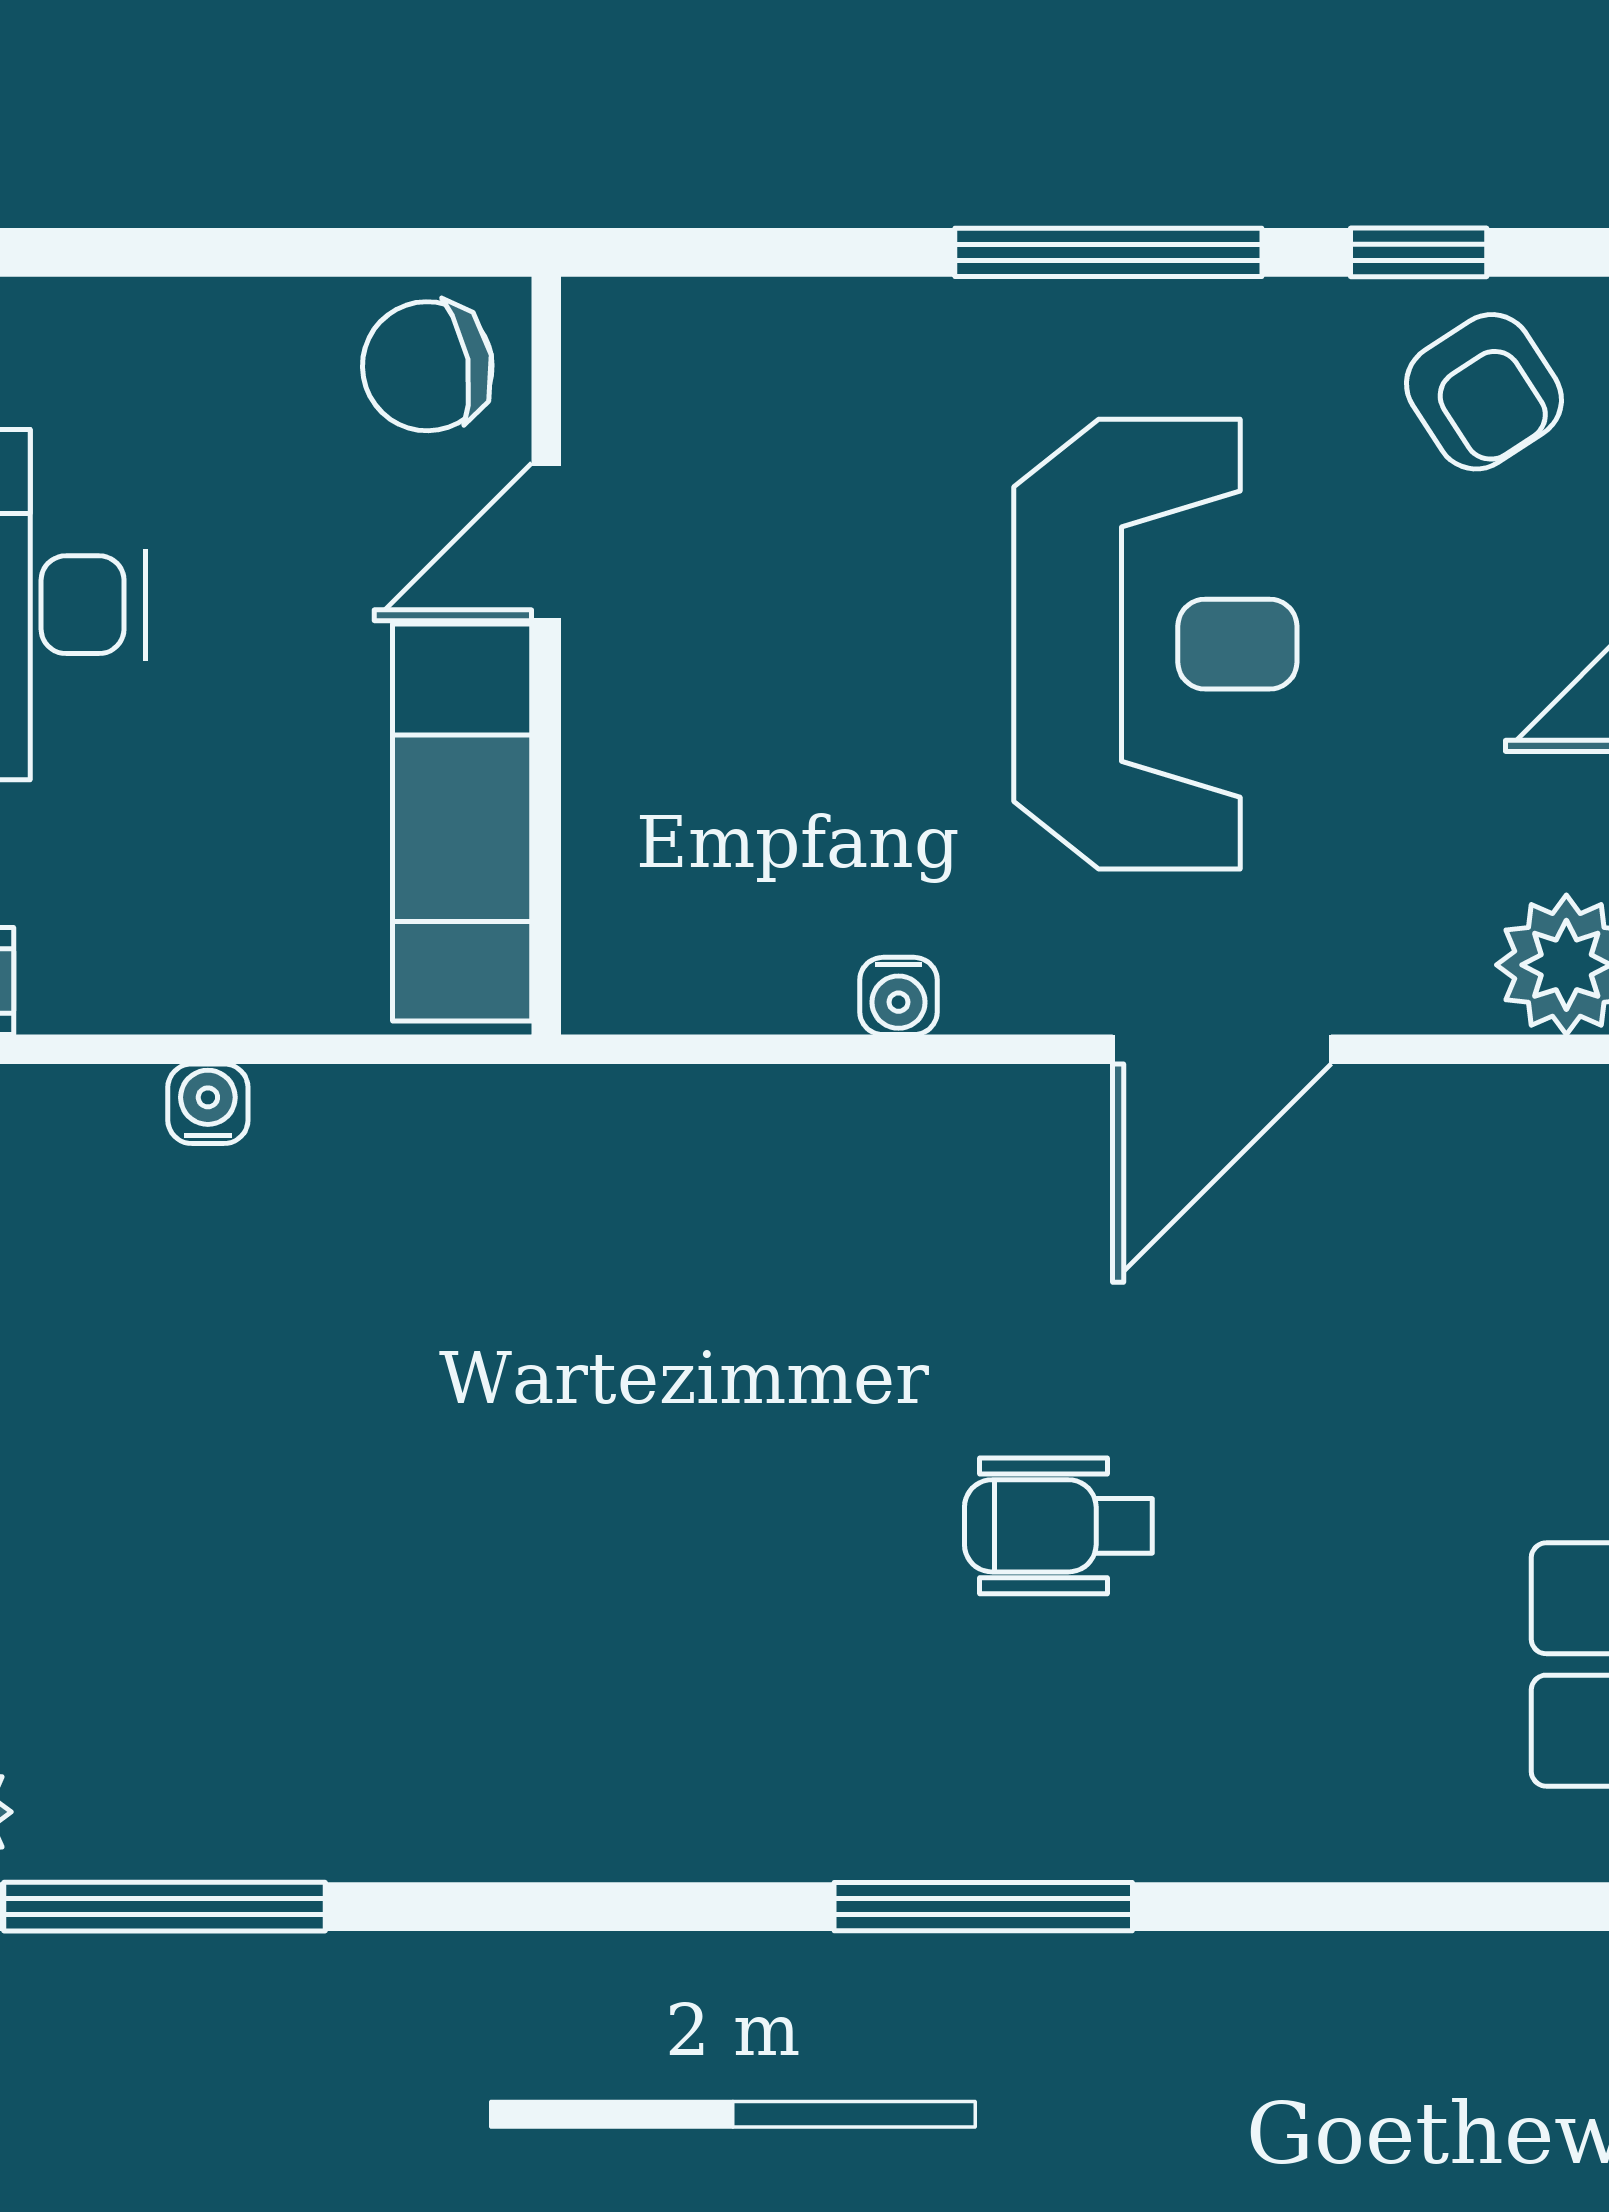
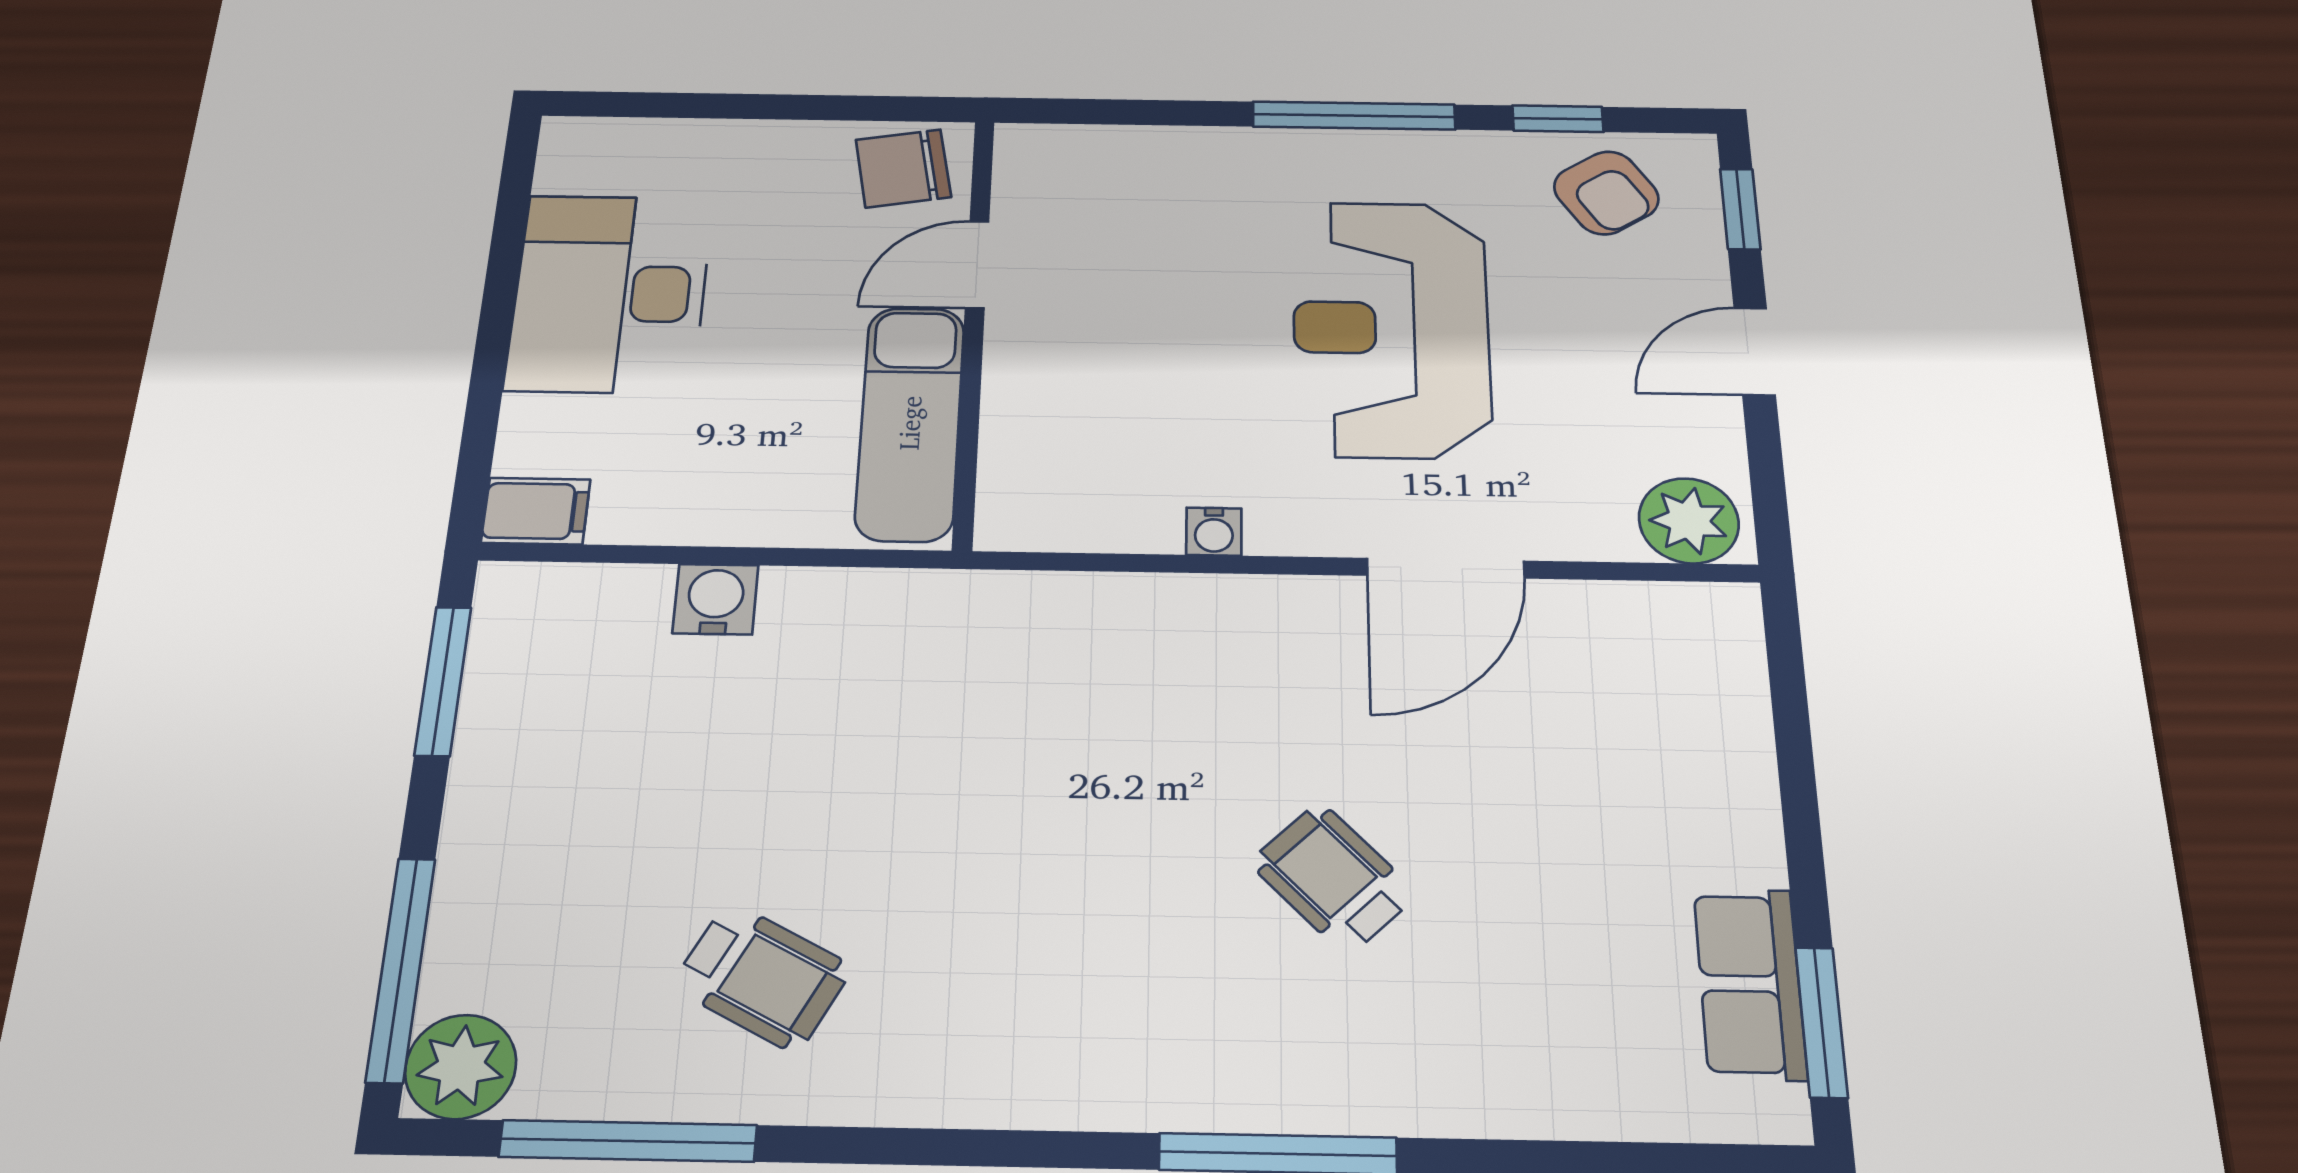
reception desk: (1155, 644) -> (1391, 328), turned 180
water cooler: (208, 1104) -> (716, 599), width x1.38, depth x1.38
wheelchair: (1058, 1526) -> (1333, 878), turned 46
wheelchair: (316, 1680) -> (762, 976), added

